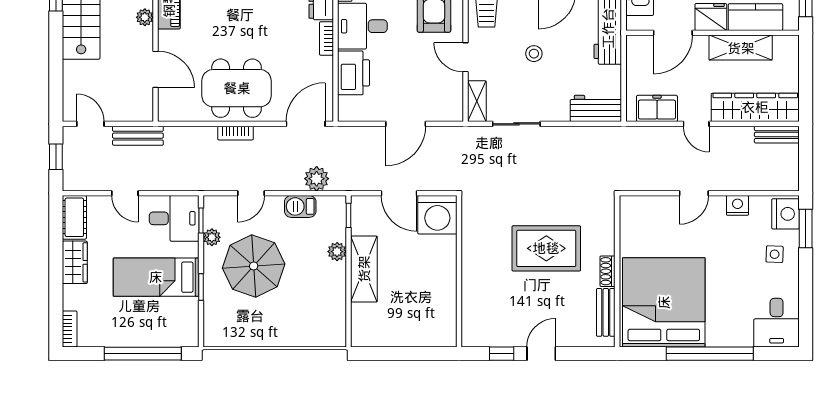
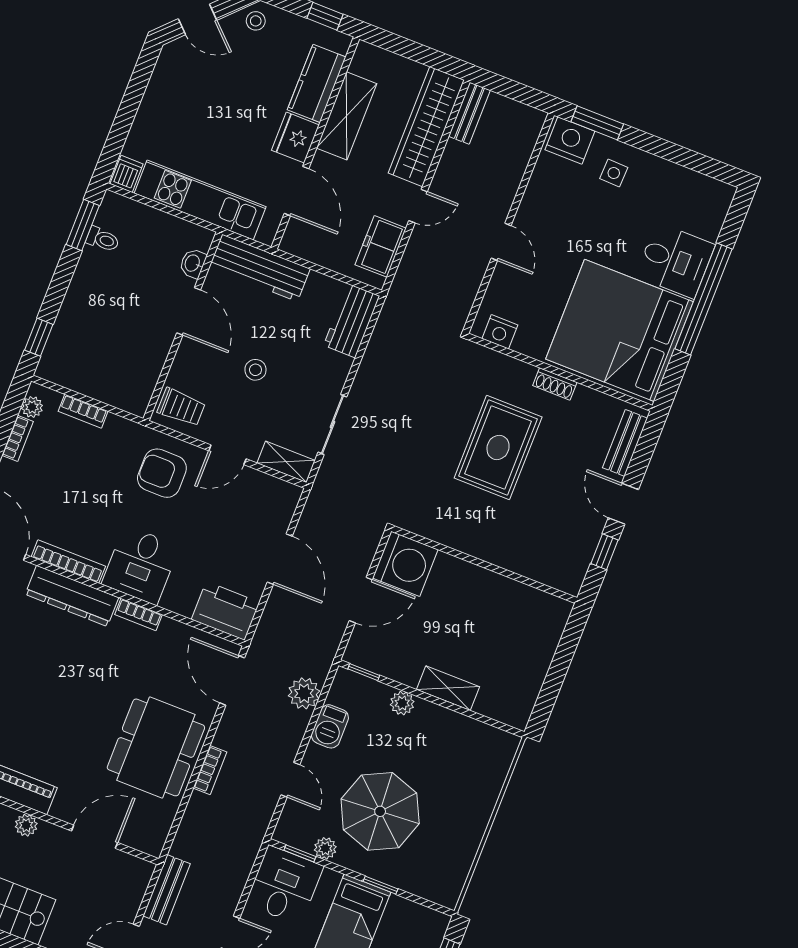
printer: (353, 73) -> (225, 611), moved
nightstand: (738, 205) -> (500, 332), moved, turned -90
shelving: (364, 269) -> (448, 688), width x0.67, depth x0.75
bench: (606, 312) -> (625, 443), moved, turned 90
desk: (777, 323) -> (675, 260), moved

